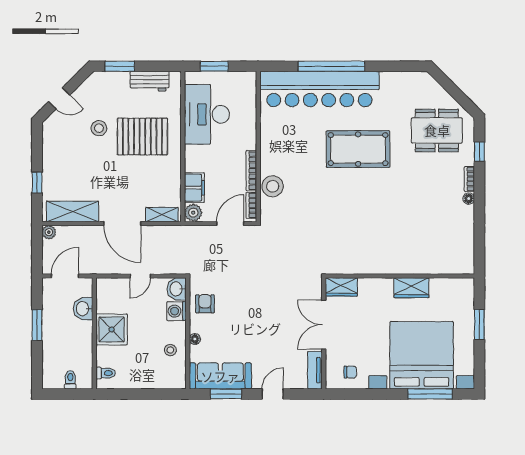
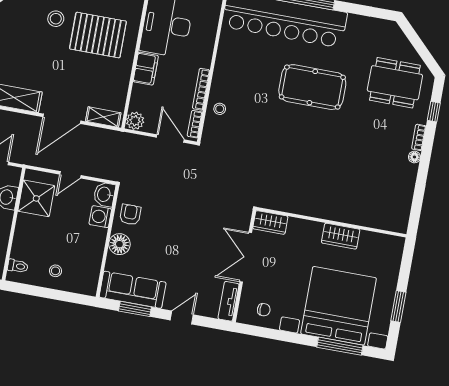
stool: (273, 186) -> (220, 109), width x0.53, depth x0.53
filing cabinet: (194, 188) -> (146, 69), moved
door: (122, 224) -> (62, 119), hinge flipped
door: (230, 224) -> (170, 139), hinge flipped
window: (479, 324) -> (398, 307), moved
shower: (112, 329) -> (36, 198), moved
floor lamp: (195, 339) -> (119, 244), width x1.89, depth x1.89
stool: (170, 350) -> (55, 271), moved

